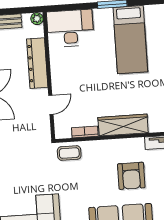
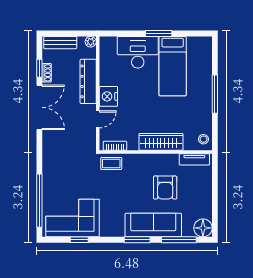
desk: (70, 28) -> (138, 52), moved
nightstand: (61, 78) -> (108, 96), added
bookcase: (85, 132) -> (115, 146), moved

